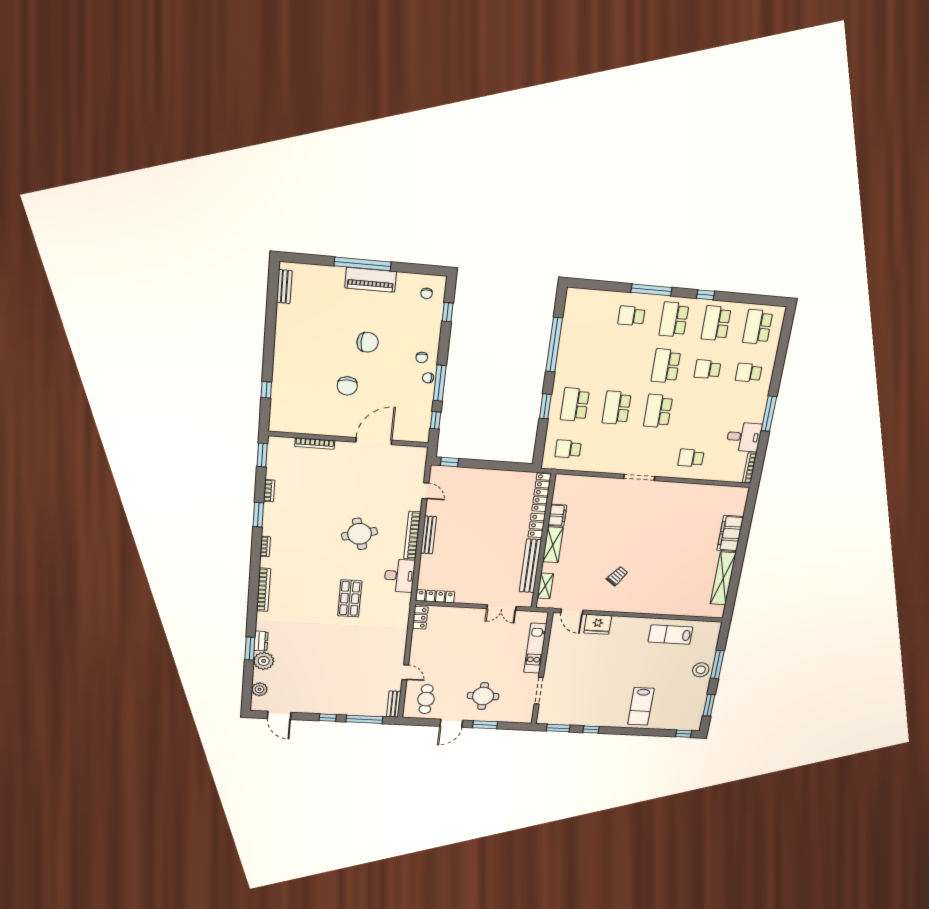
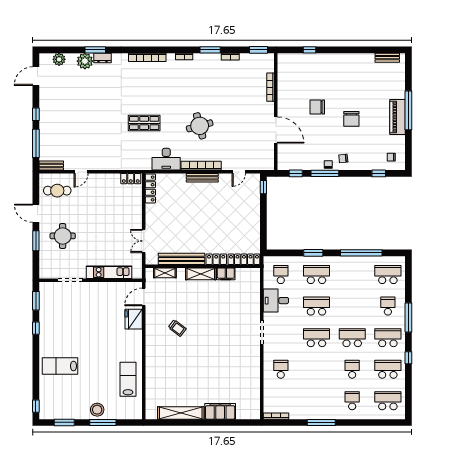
school desk: (589, 312) -> (388, 275), added
desk: (744, 437) -> (276, 301), moved, turned 90

